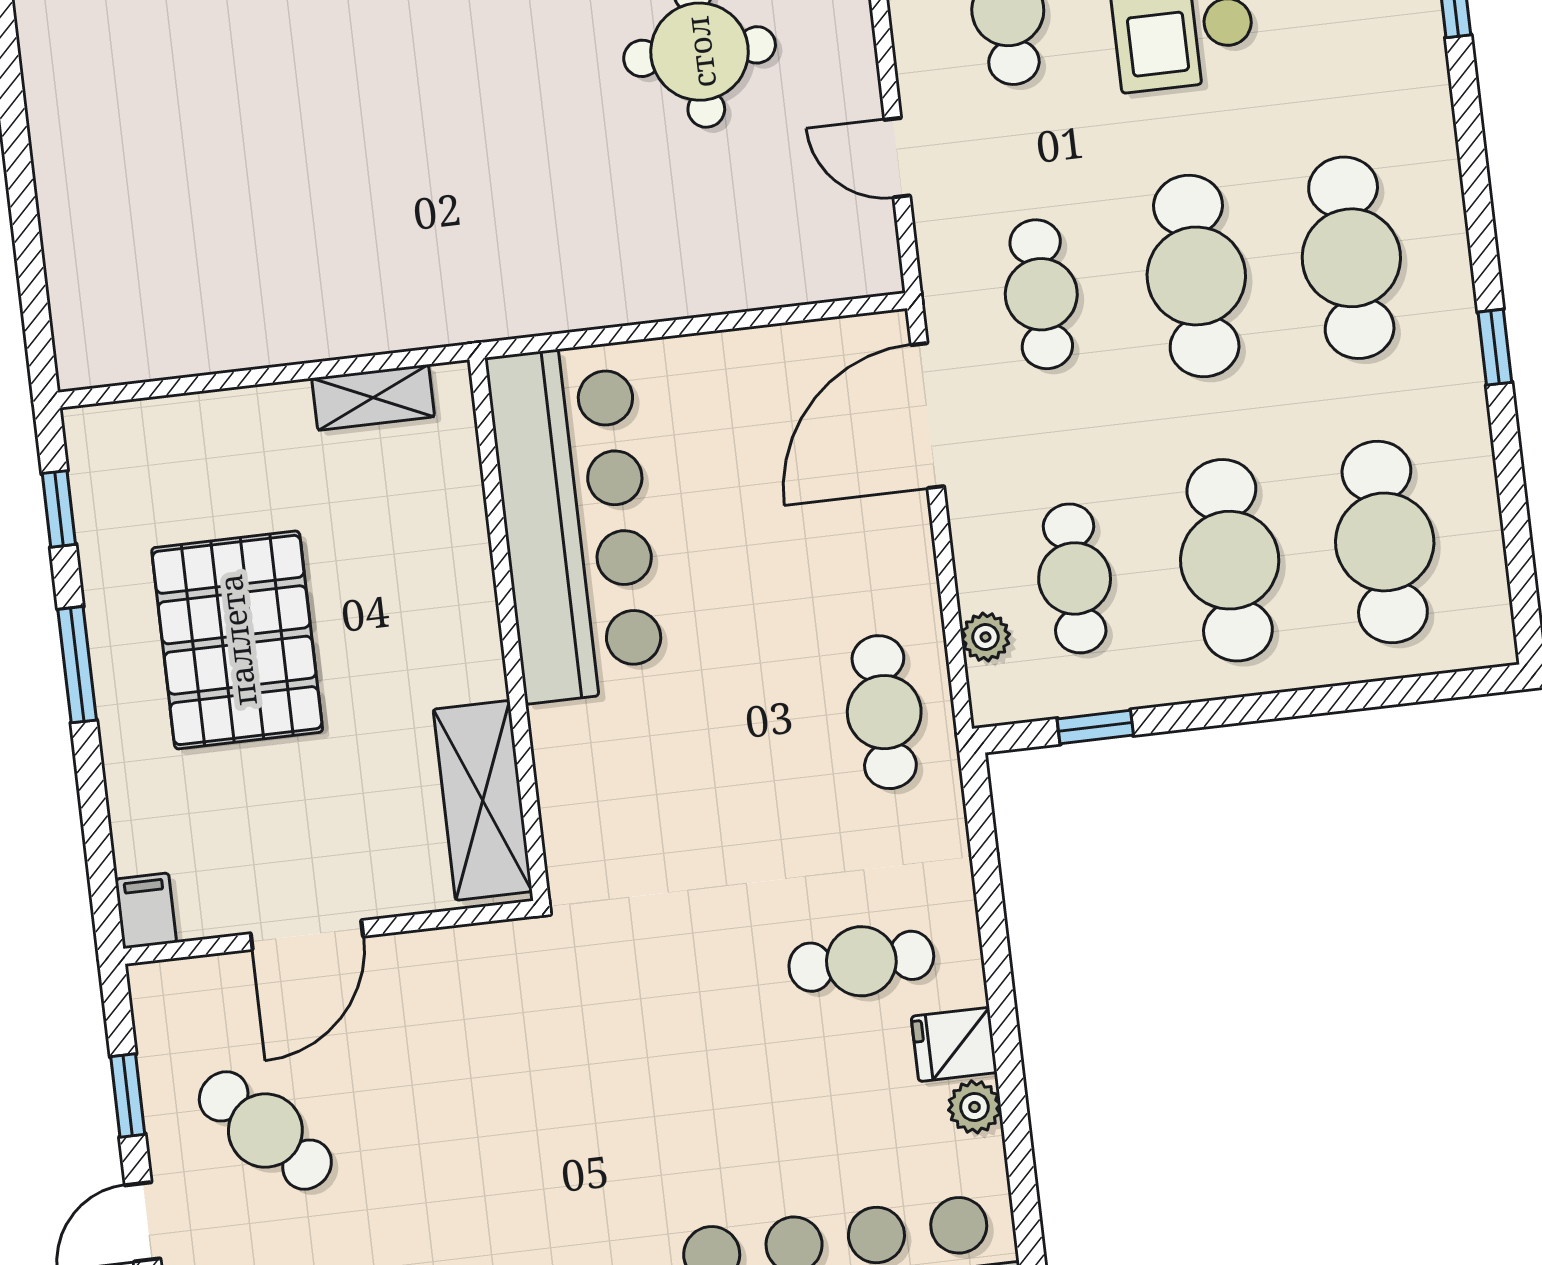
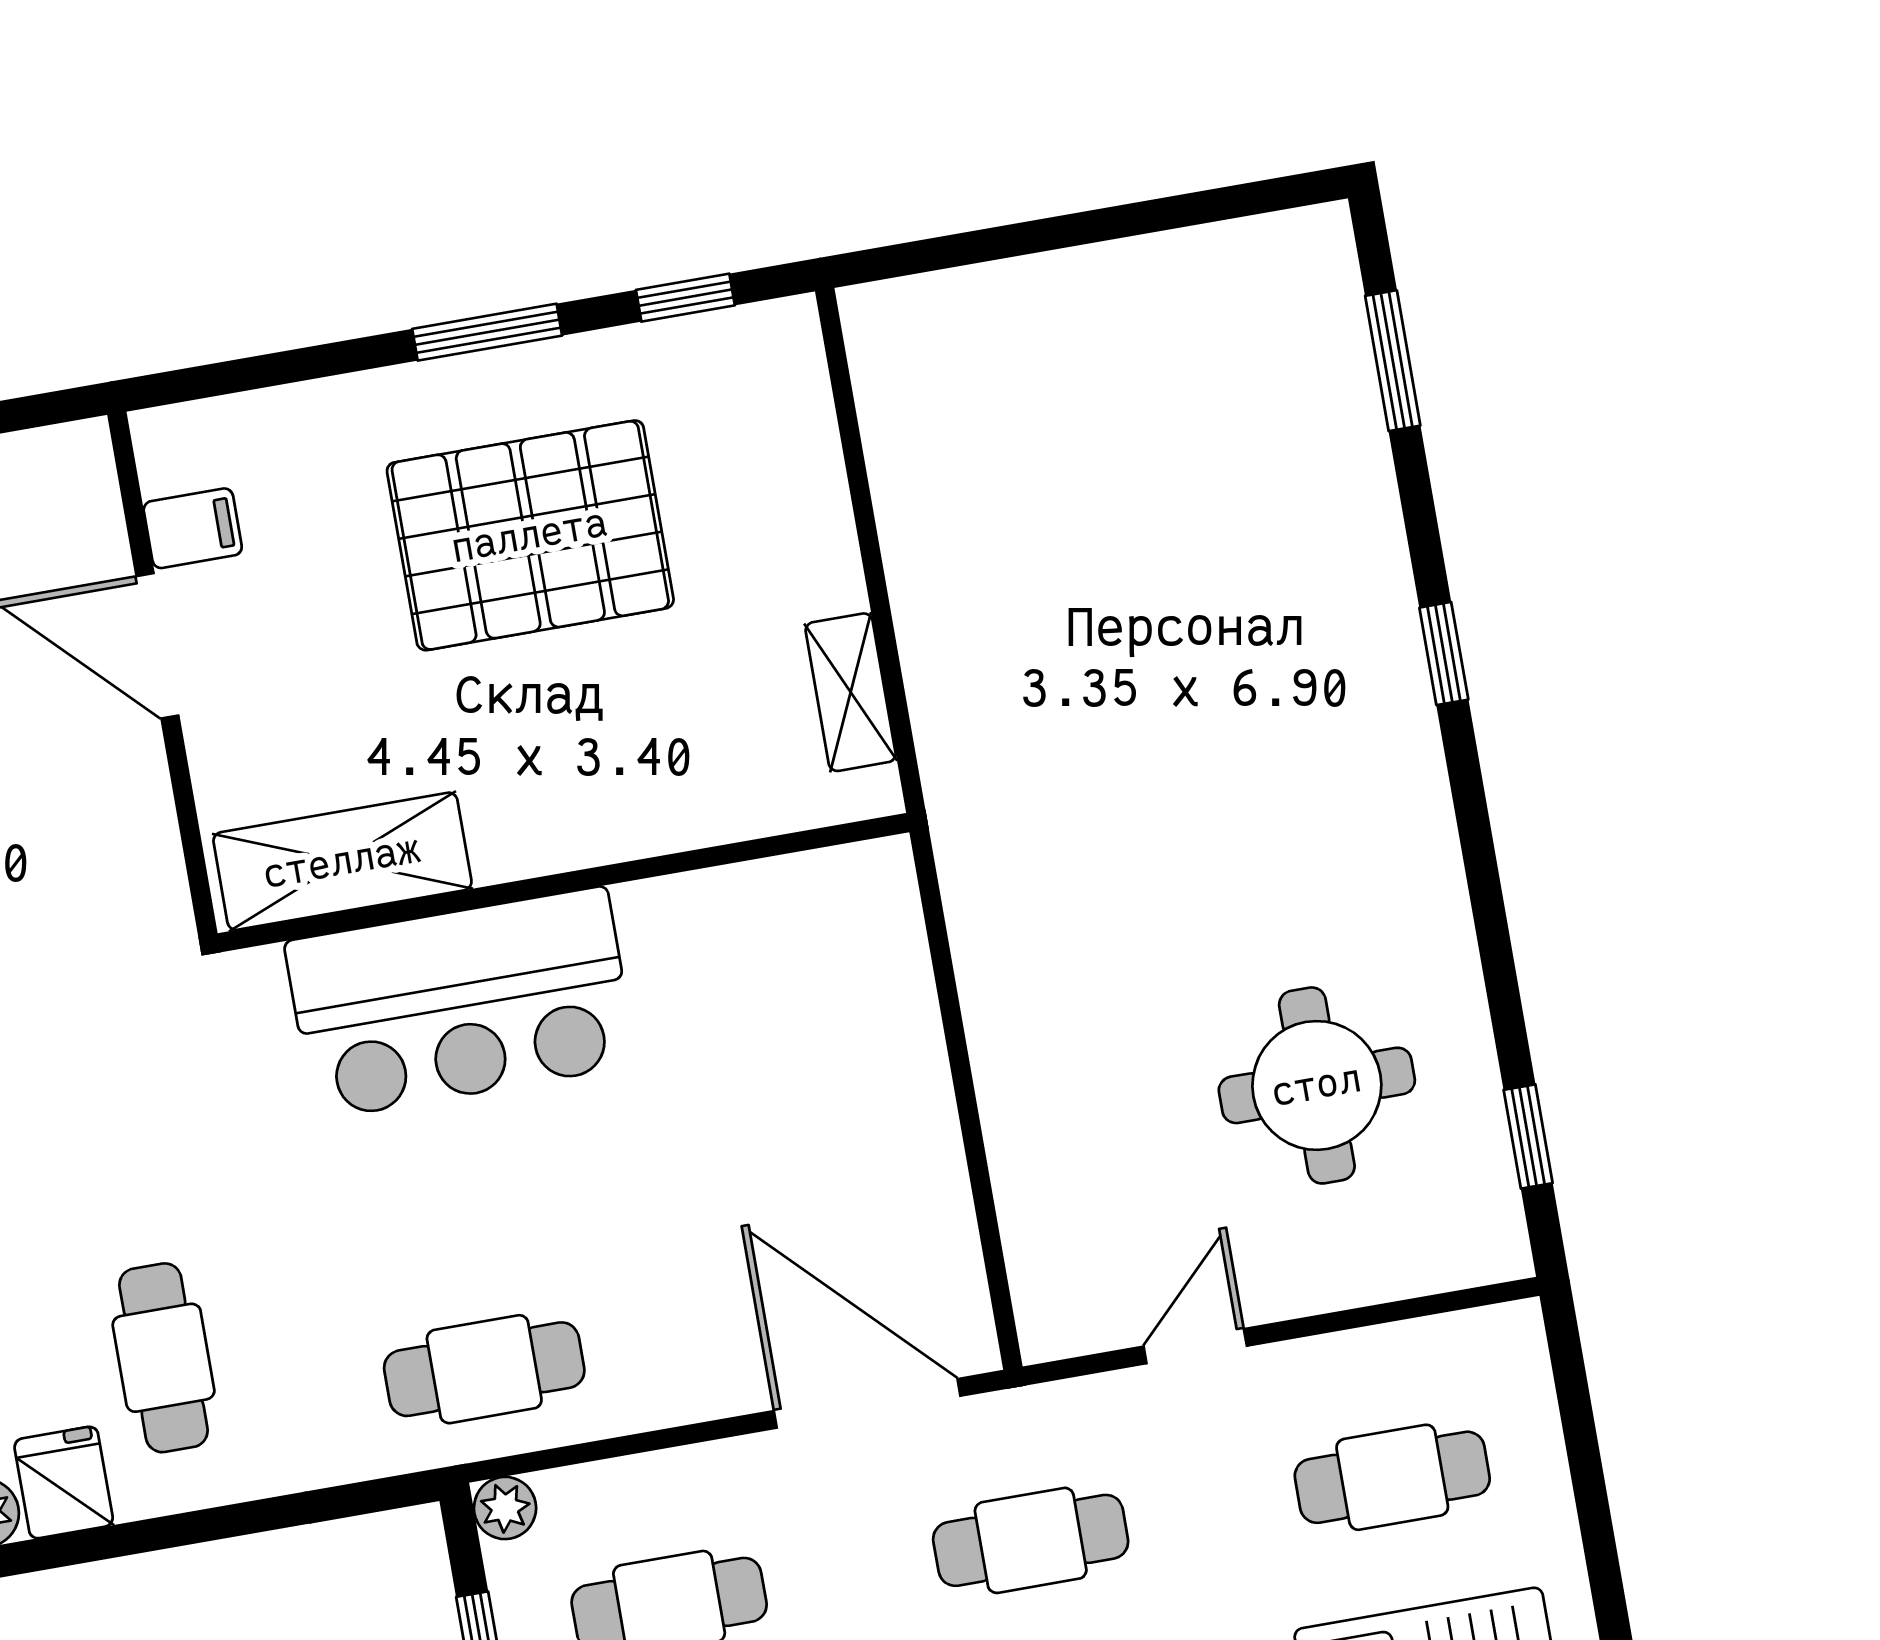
bar counter: (576, 523) -> (461, 1003), moved, width x0.73
plant: (985, 637) -> (505, 1508), moved
filing cabinet: (146, 911) -> (193, 528), moved

